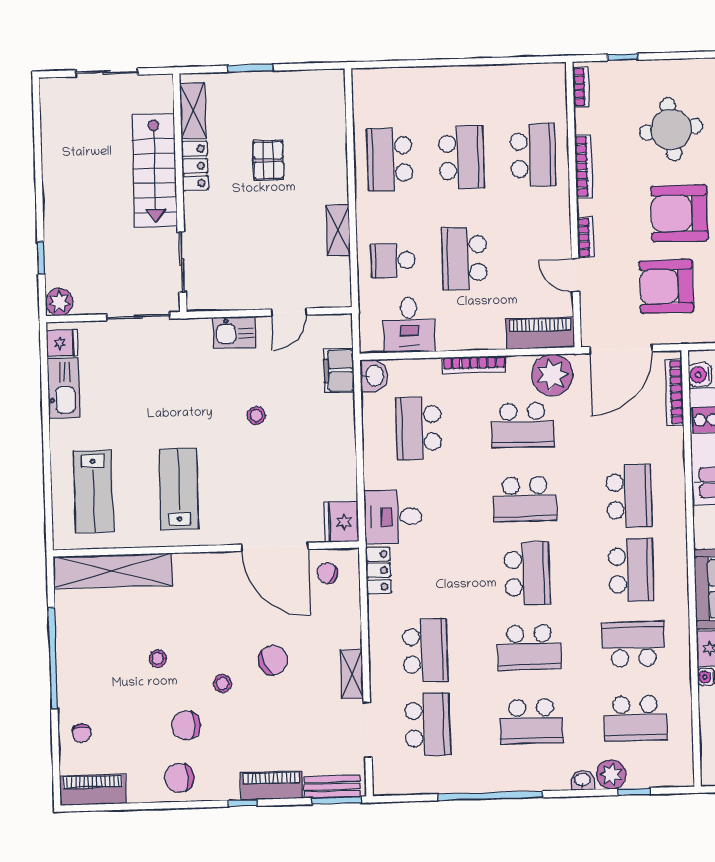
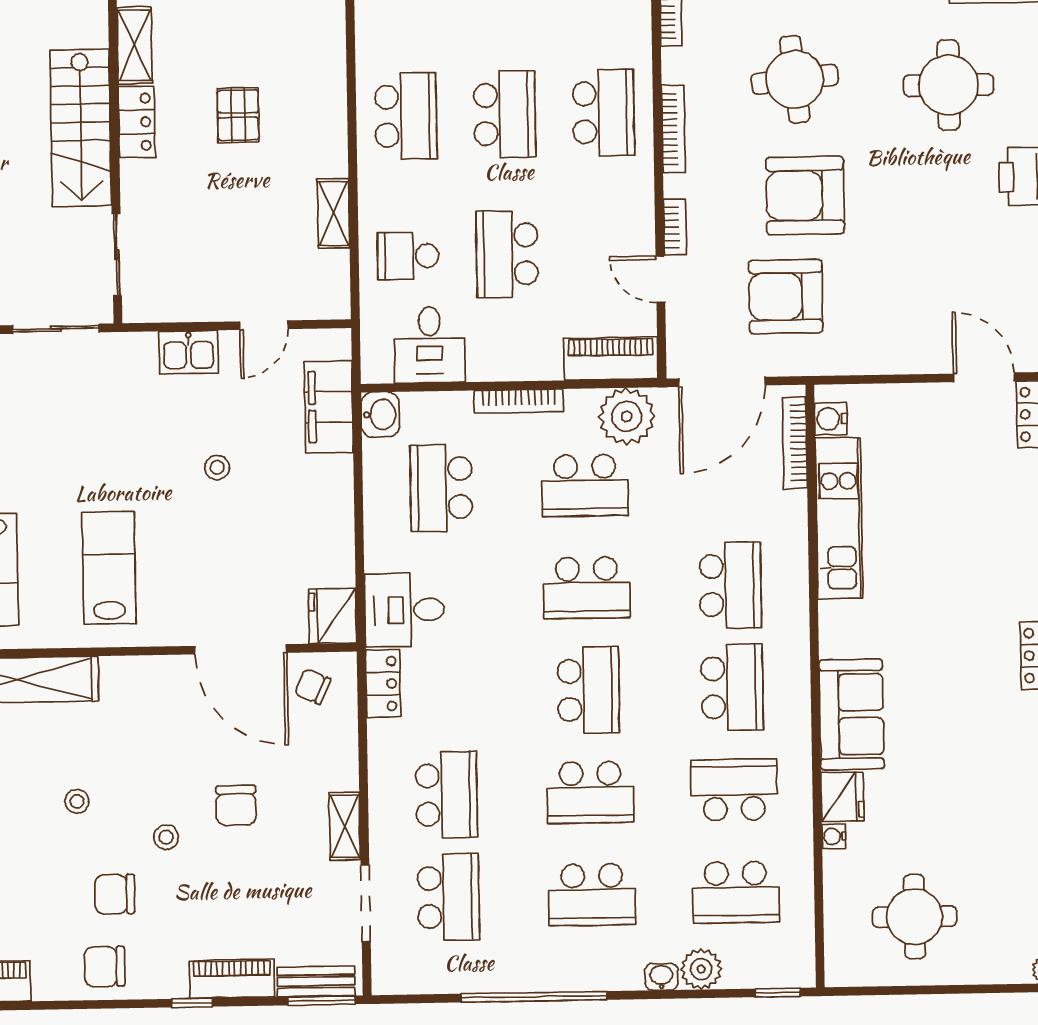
school desk: (390, 159) -> (406, 116), turned 180
filing cabinet: (339, 371) -> (329, 407), width x1.50, depth x1.17
chair: (273, 660) -> (236, 806), turned 113
window: (634, 792) -> (778, 993), moved

